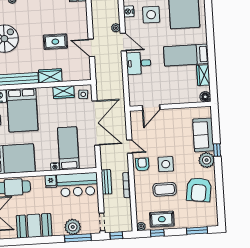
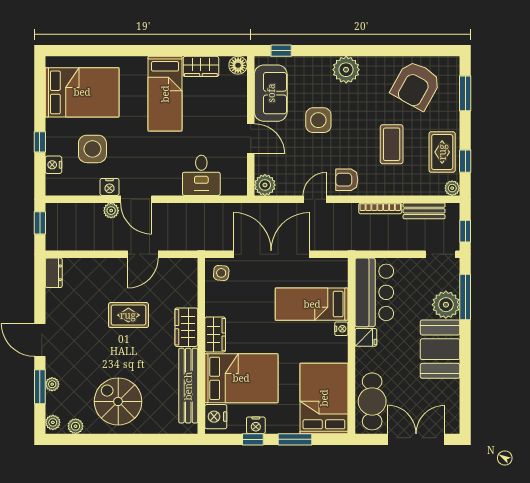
nightstand: (129, 11) -> (110, 187), moved
rug: (55, 42) -> (128, 315), turned 90
door: (123, 42) -> (136, 199), swing flipped
desk: (139, 63) -> (201, 175), moved
wardrobe: (64, 92) -> (215, 335), moved
door: (151, 108) -> (251, 139), moved
plant: (136, 117) -> (265, 185), added
sofa: (203, 135) -> (271, 93), moved, turned -90
window: (217, 150) -> (281, 51), moved
side table: (166, 164) -> (318, 120), moved
bench: (106, 182) -> (424, 211), moved
armchair: (199, 190) -> (416, 85), moved, turned 111
booth: (34, 226) -> (440, 349), moved

